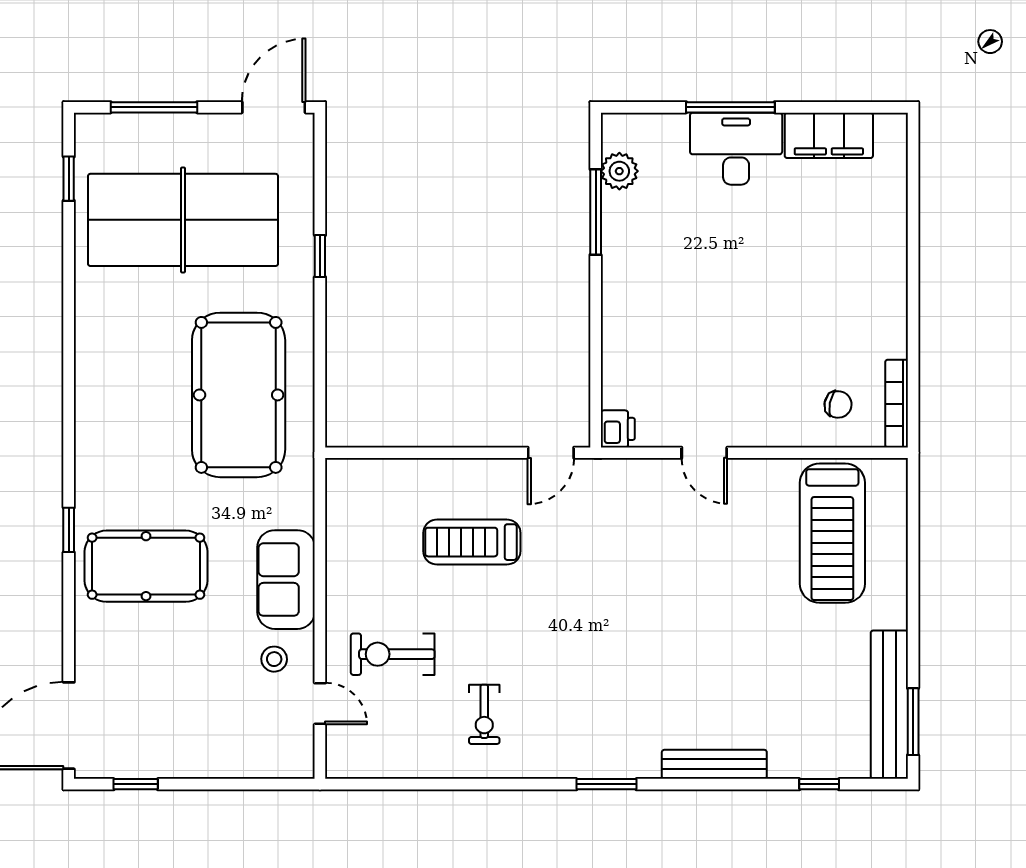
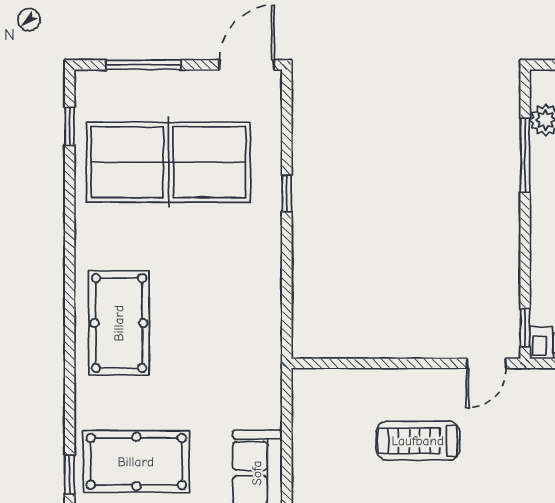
pool table: (239, 395) -> (119, 323), moved, width x0.73, depth x0.76
window: (596, 411) -> (525, 328), added
window: (69, 530) -> (70, 474), moved

